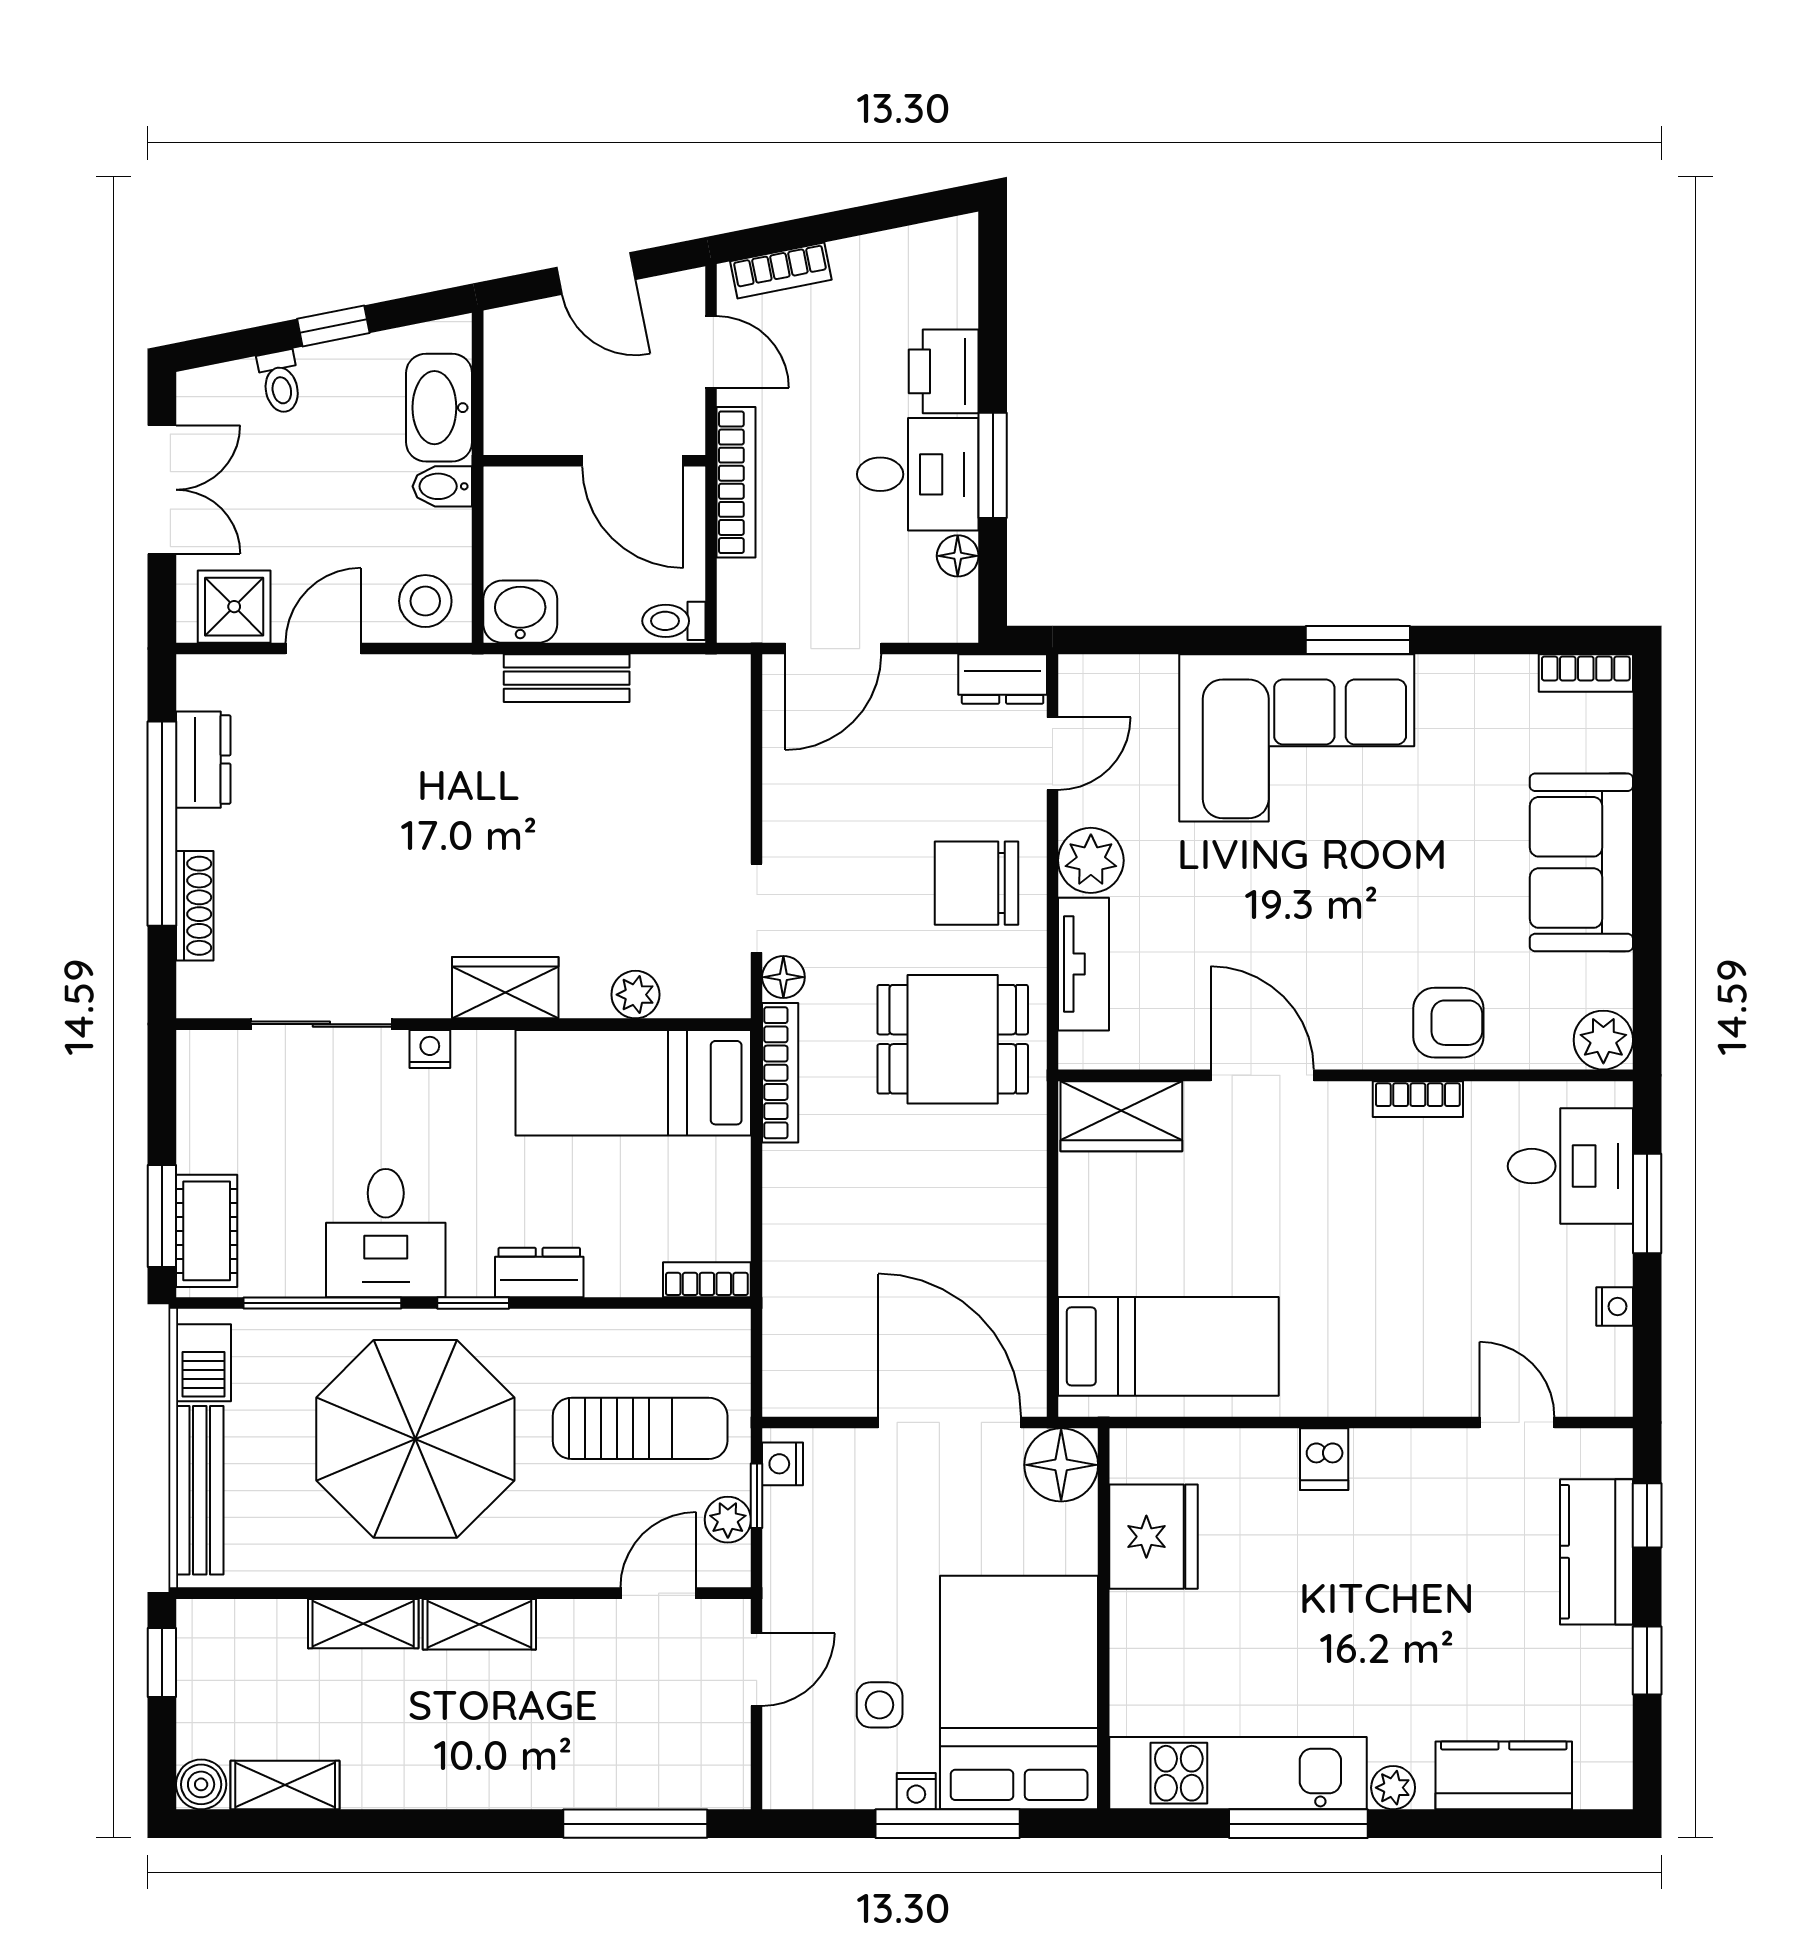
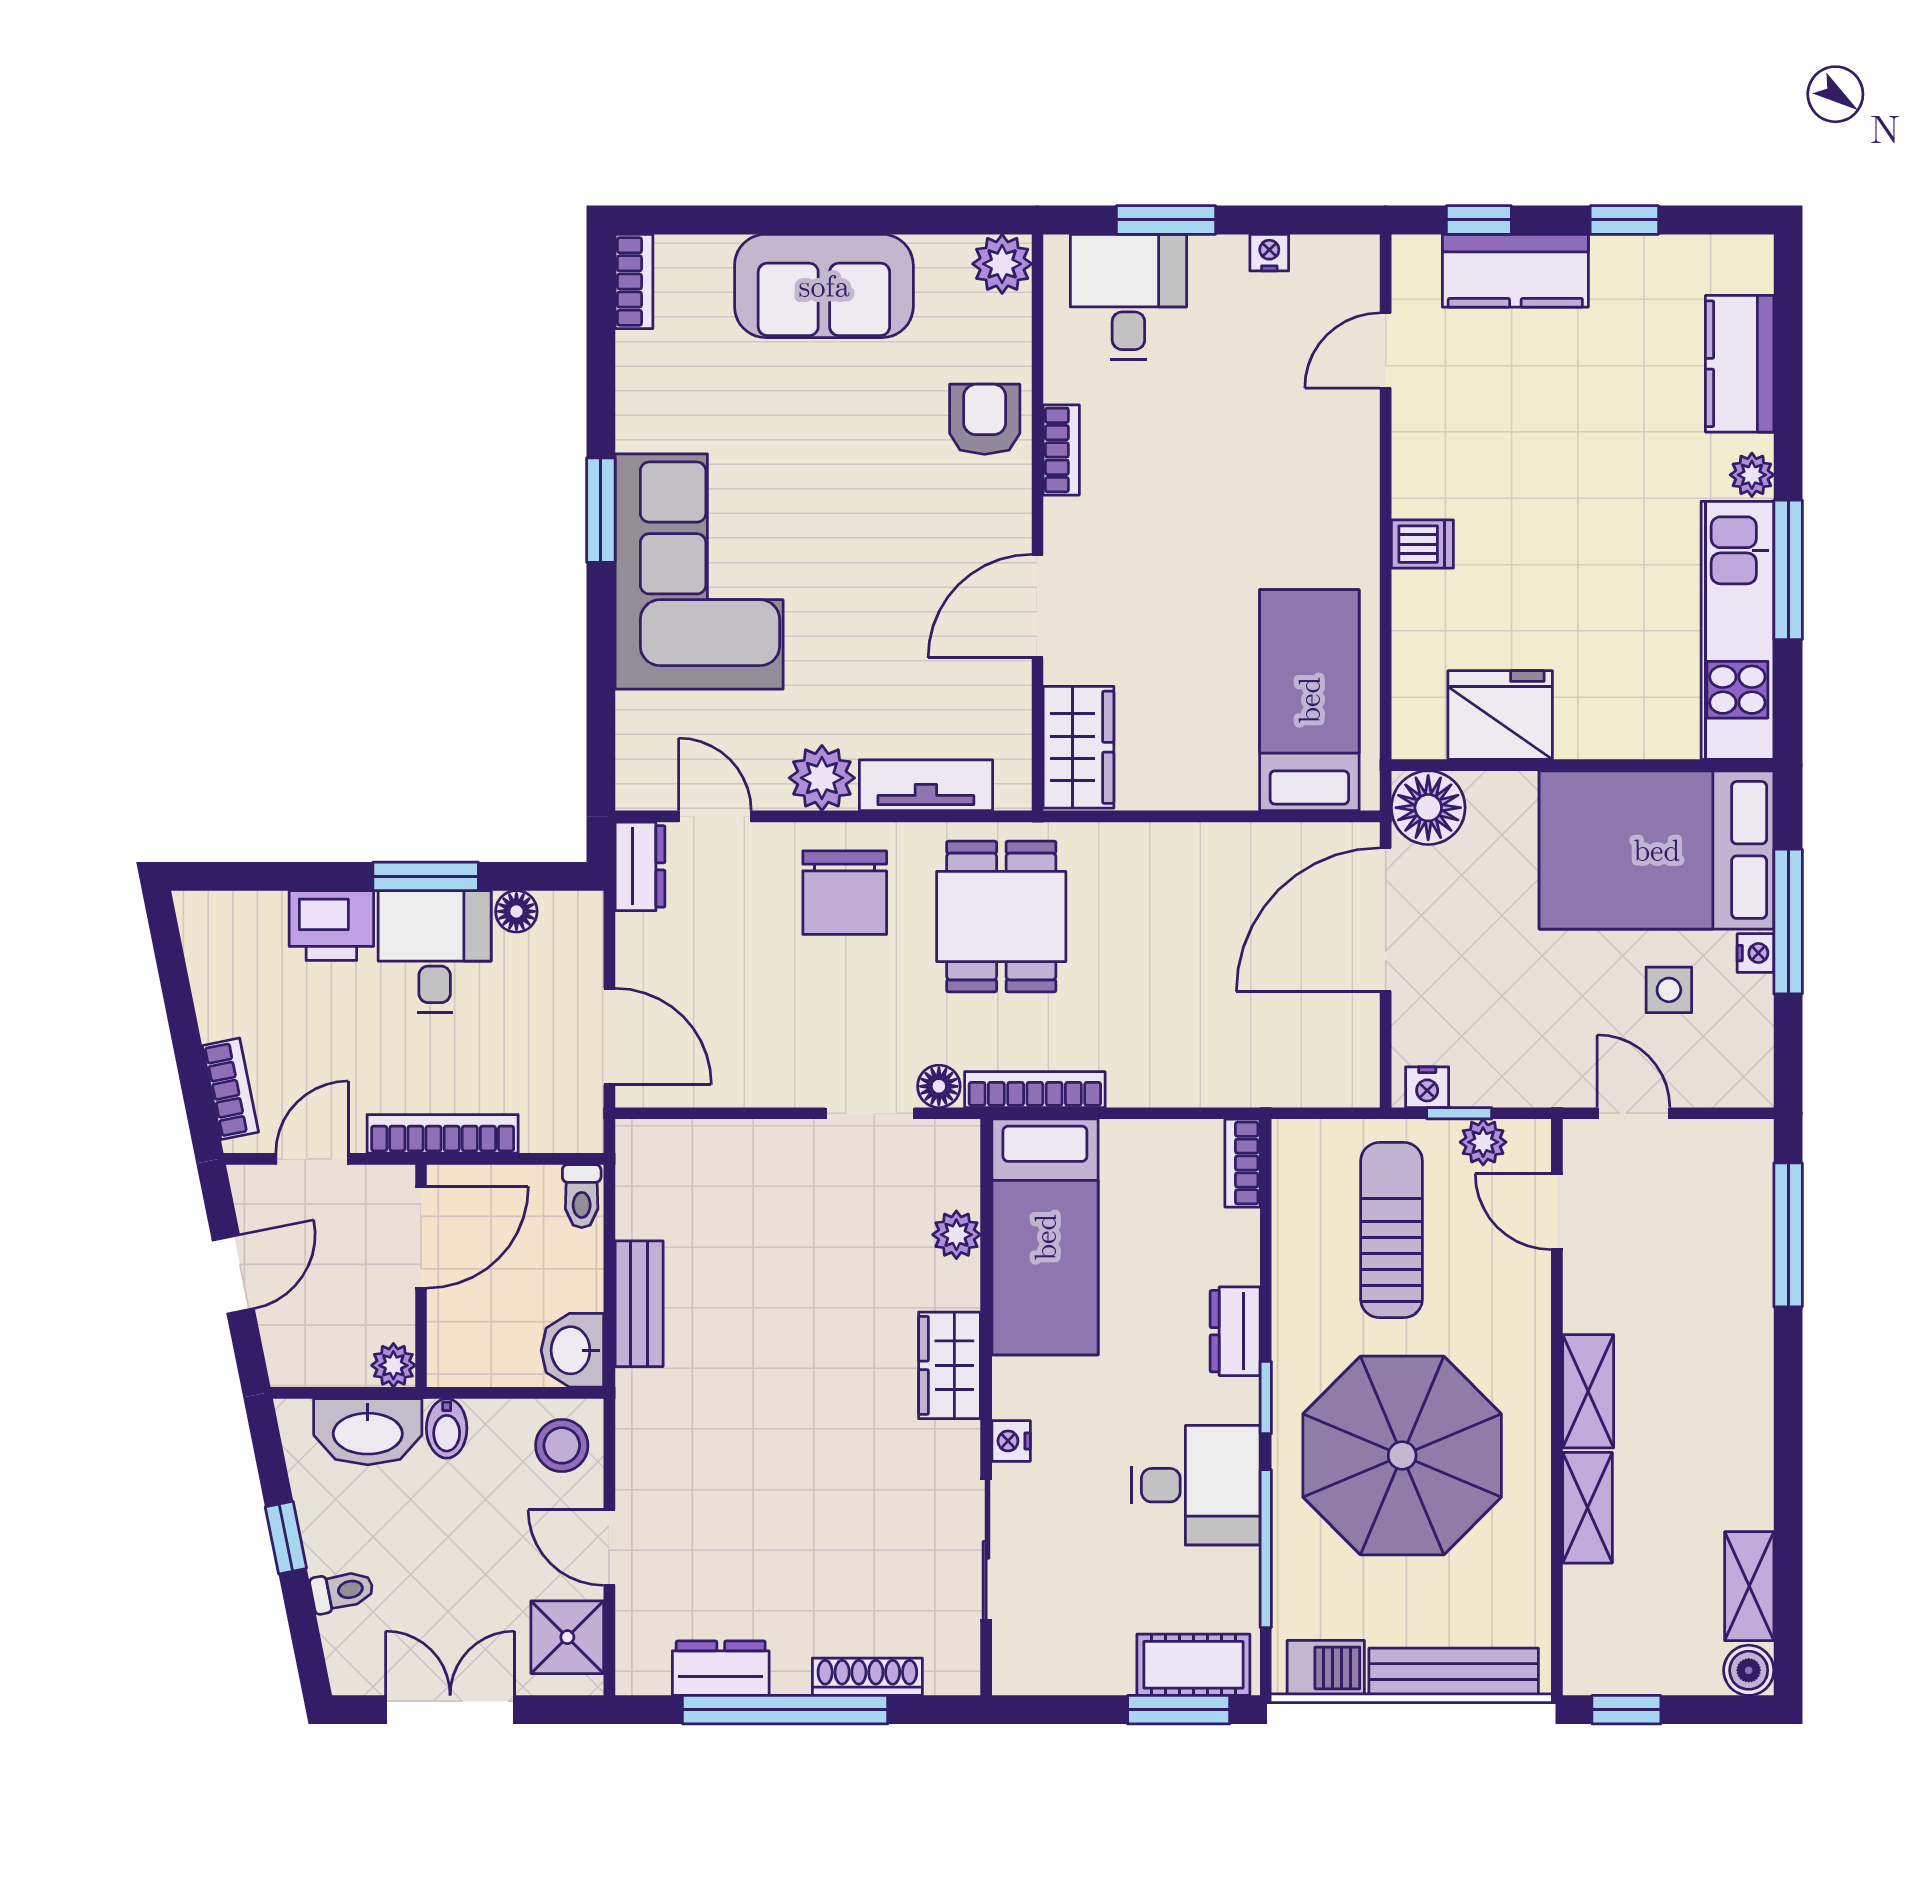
plant: (505, 433) -> (393, 1365), added

